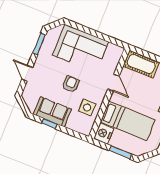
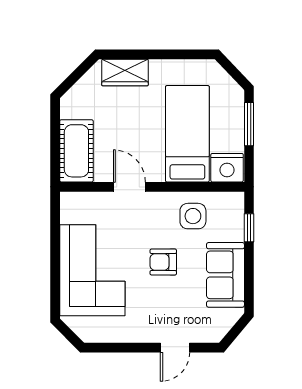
window: (39, 44) -> (114, 348), removed
door: (114, 83) -> (129, 187), hinge flipped
window: (49, 124) -> (249, 228), moved

